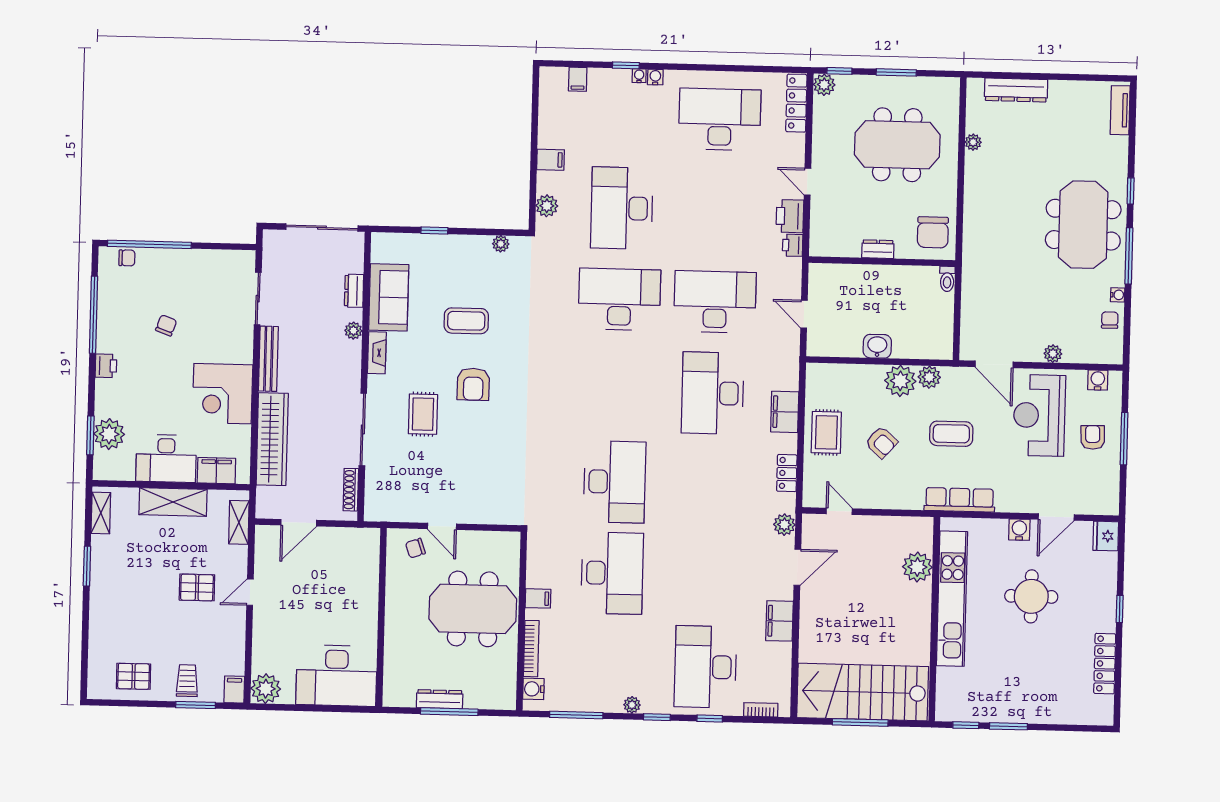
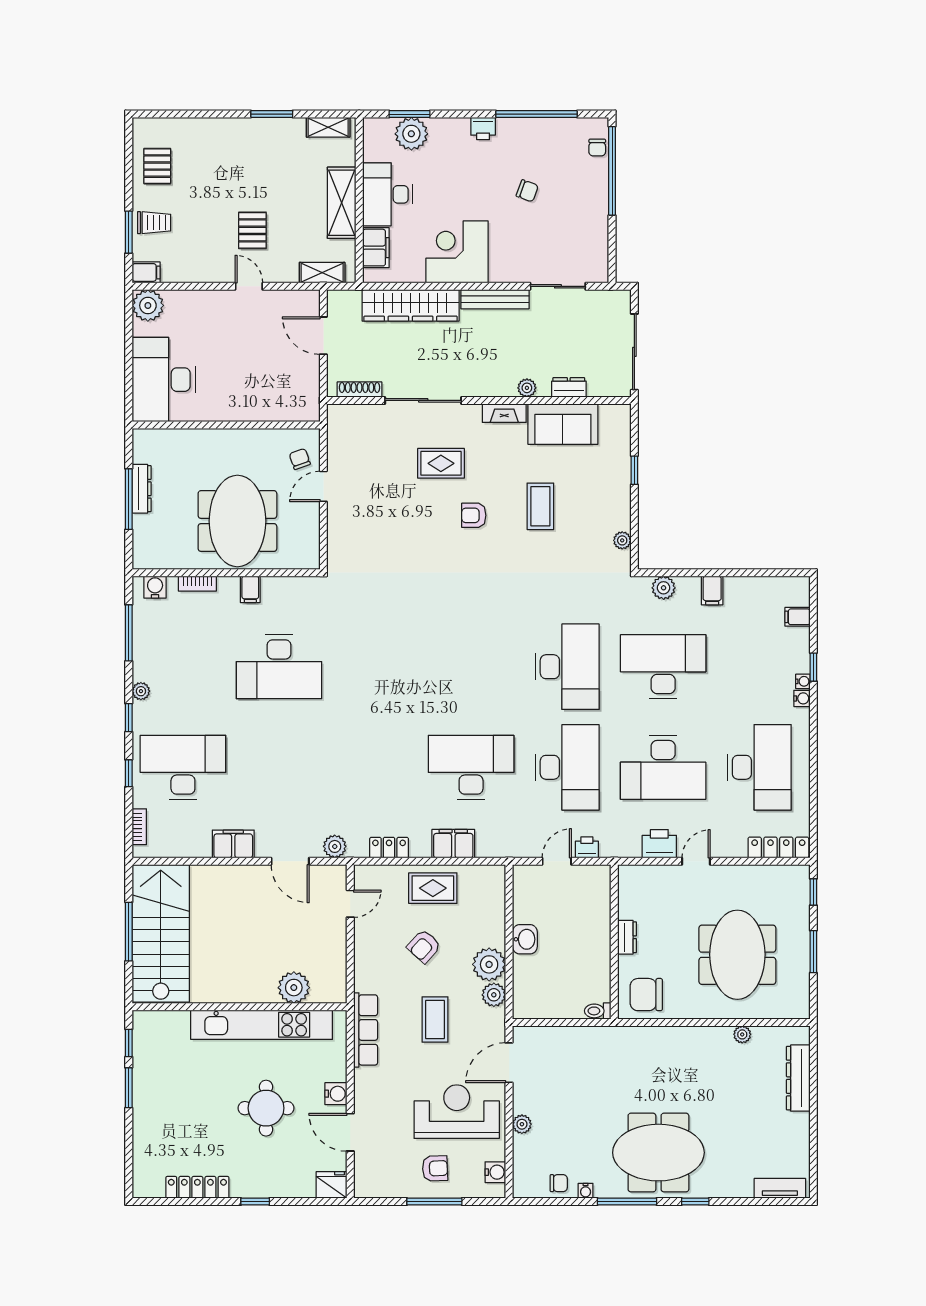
plant: (824, 85) -> (799, 876), removed
printer: (793, 245) -> (587, 847), moved
armchair: (473, 384) -> (474, 515), width x0.72, depth x0.72
desk: (615, 482) -> (663, 767), moved
bookcase: (531, 649) -> (197, 584), width x0.64

